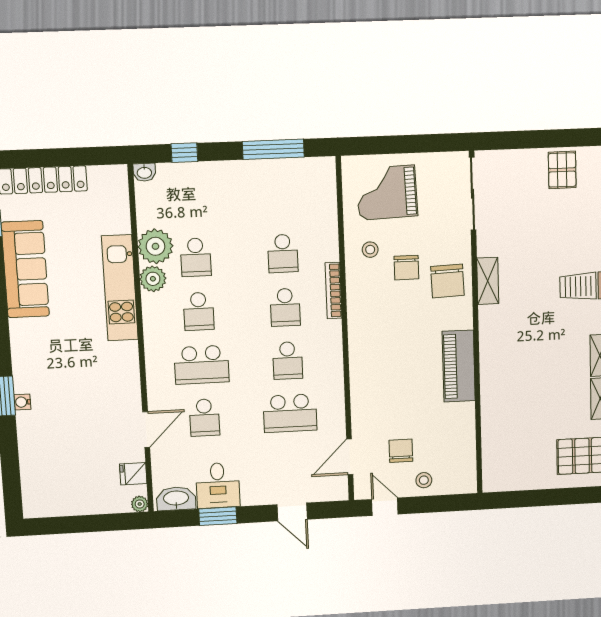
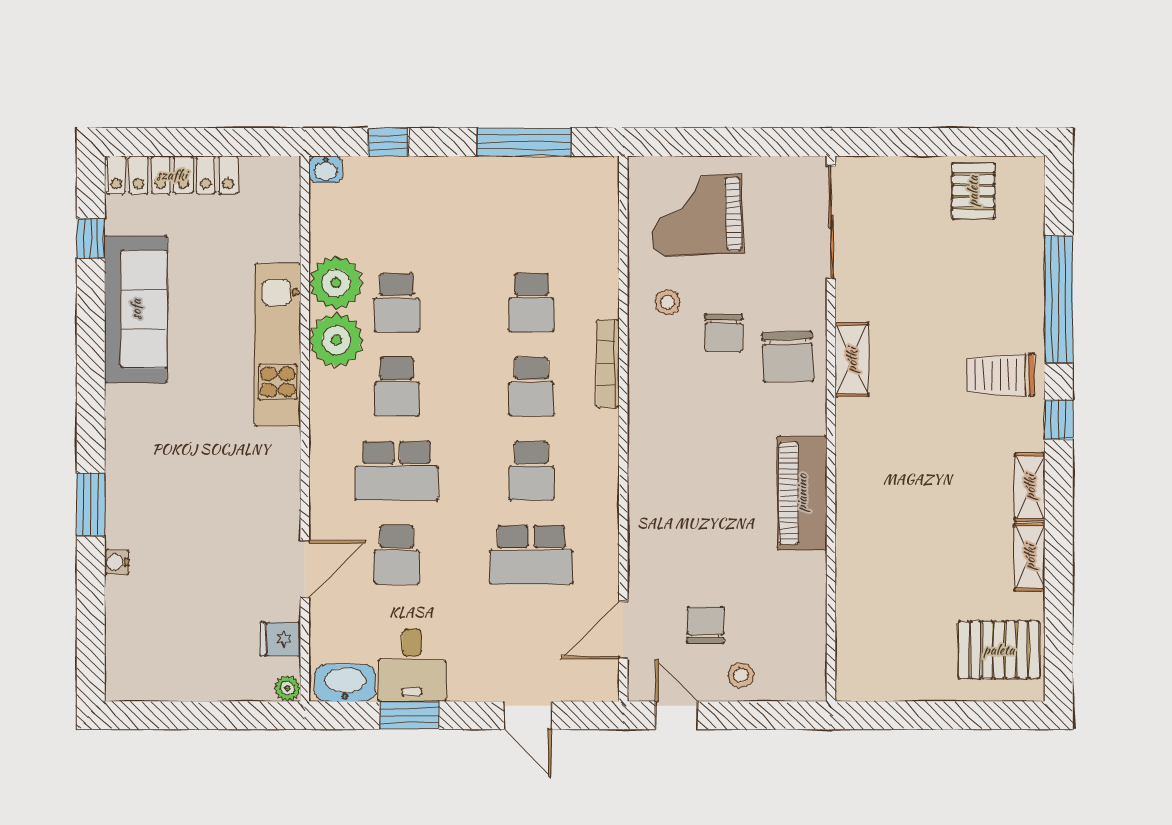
plant: (153, 279) -> (336, 340), width x1.36, depth x1.36
water cooler: (22, 402) -> (117, 562), moved

